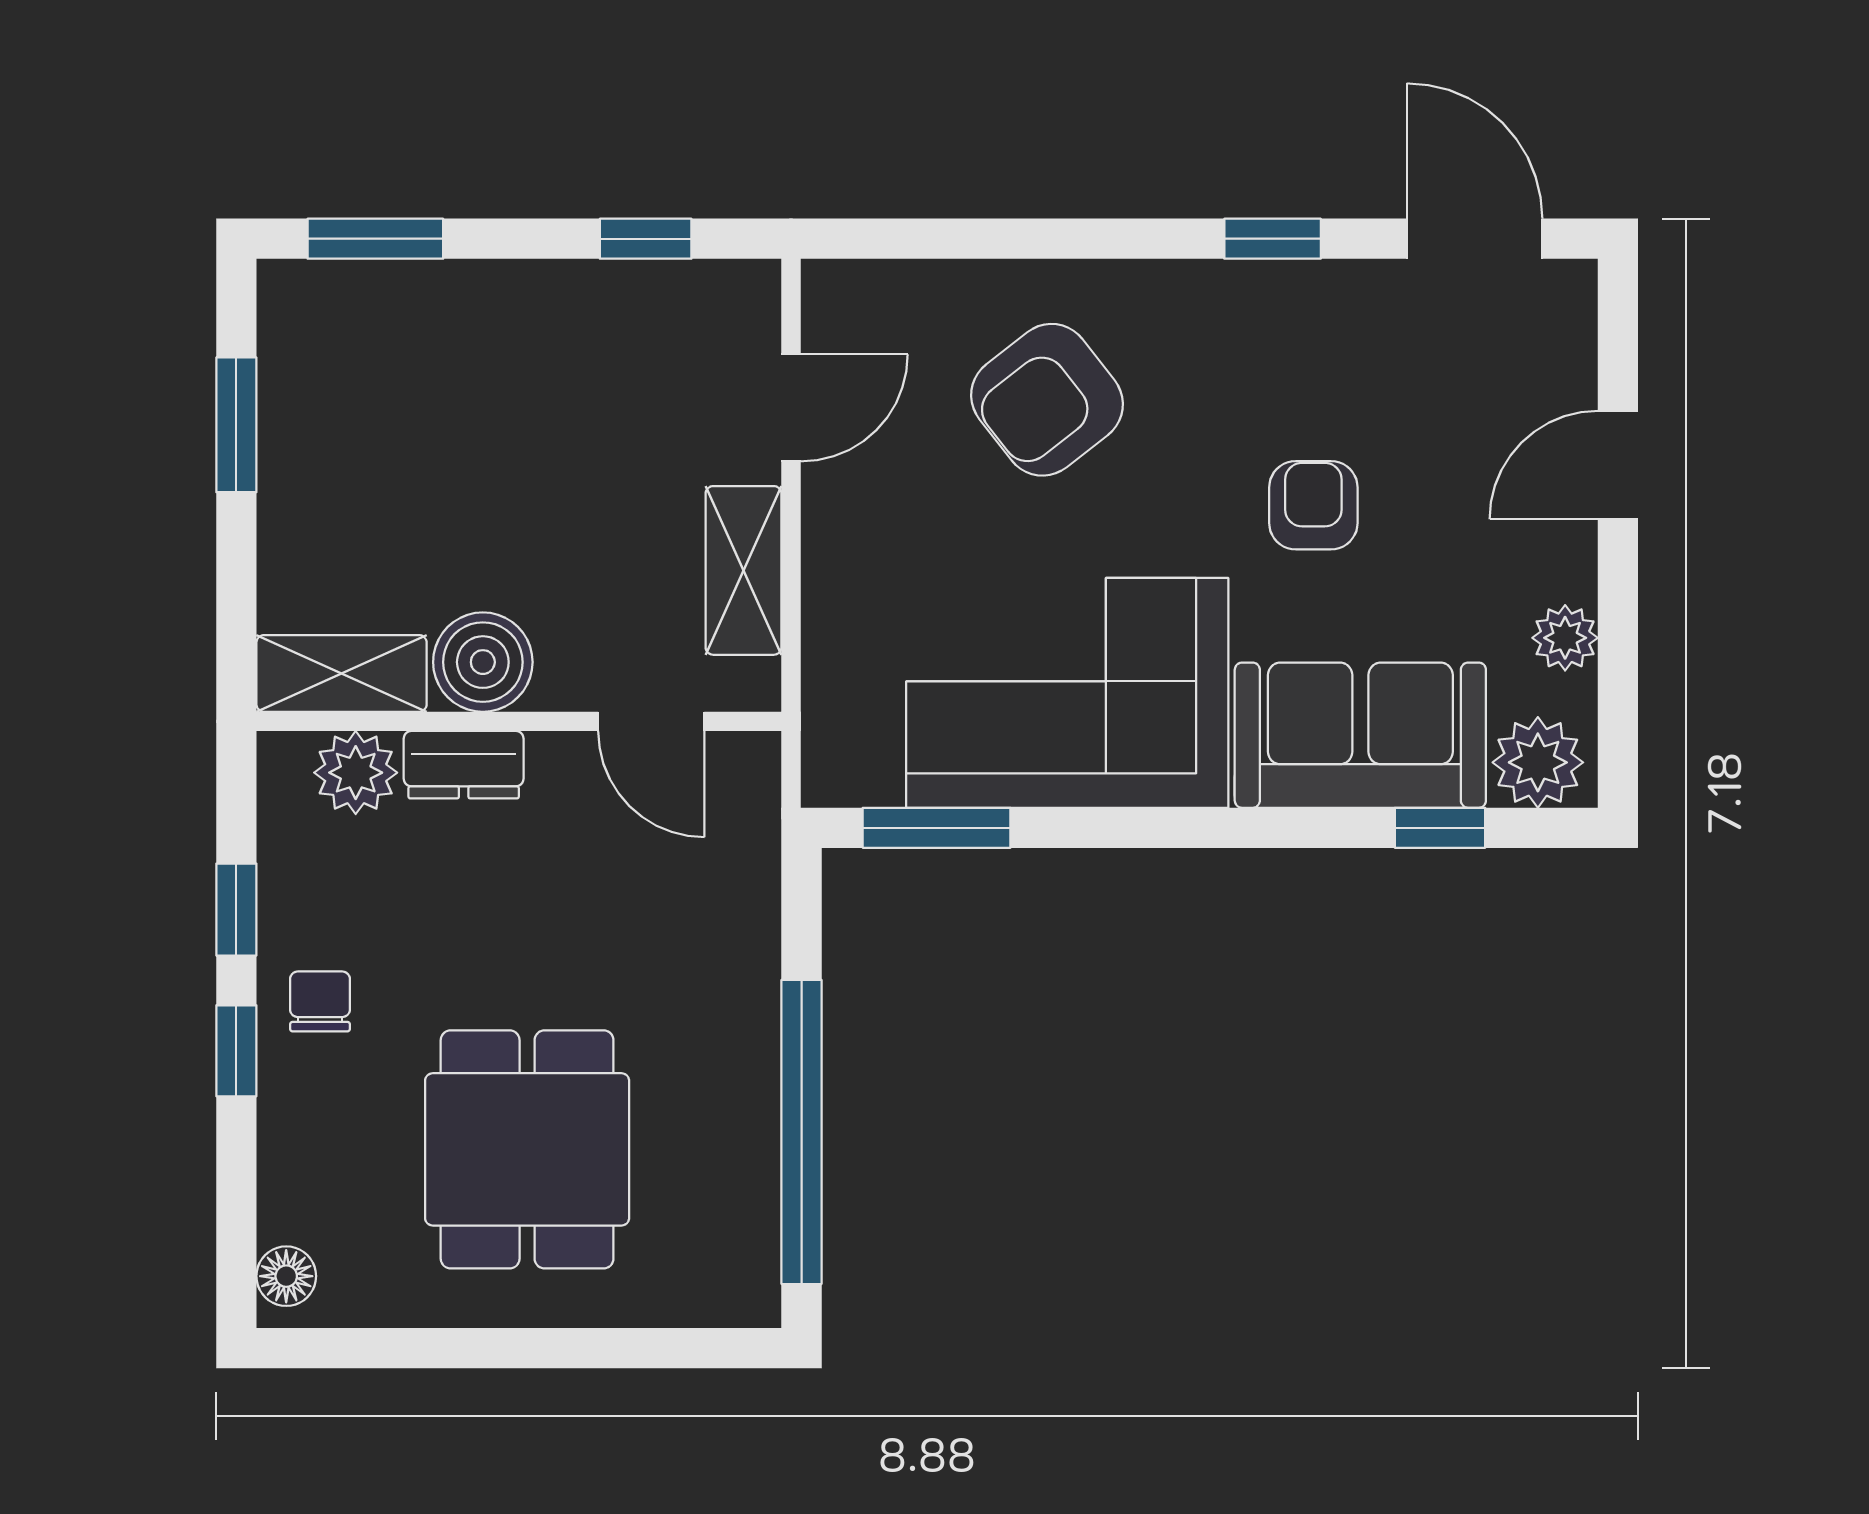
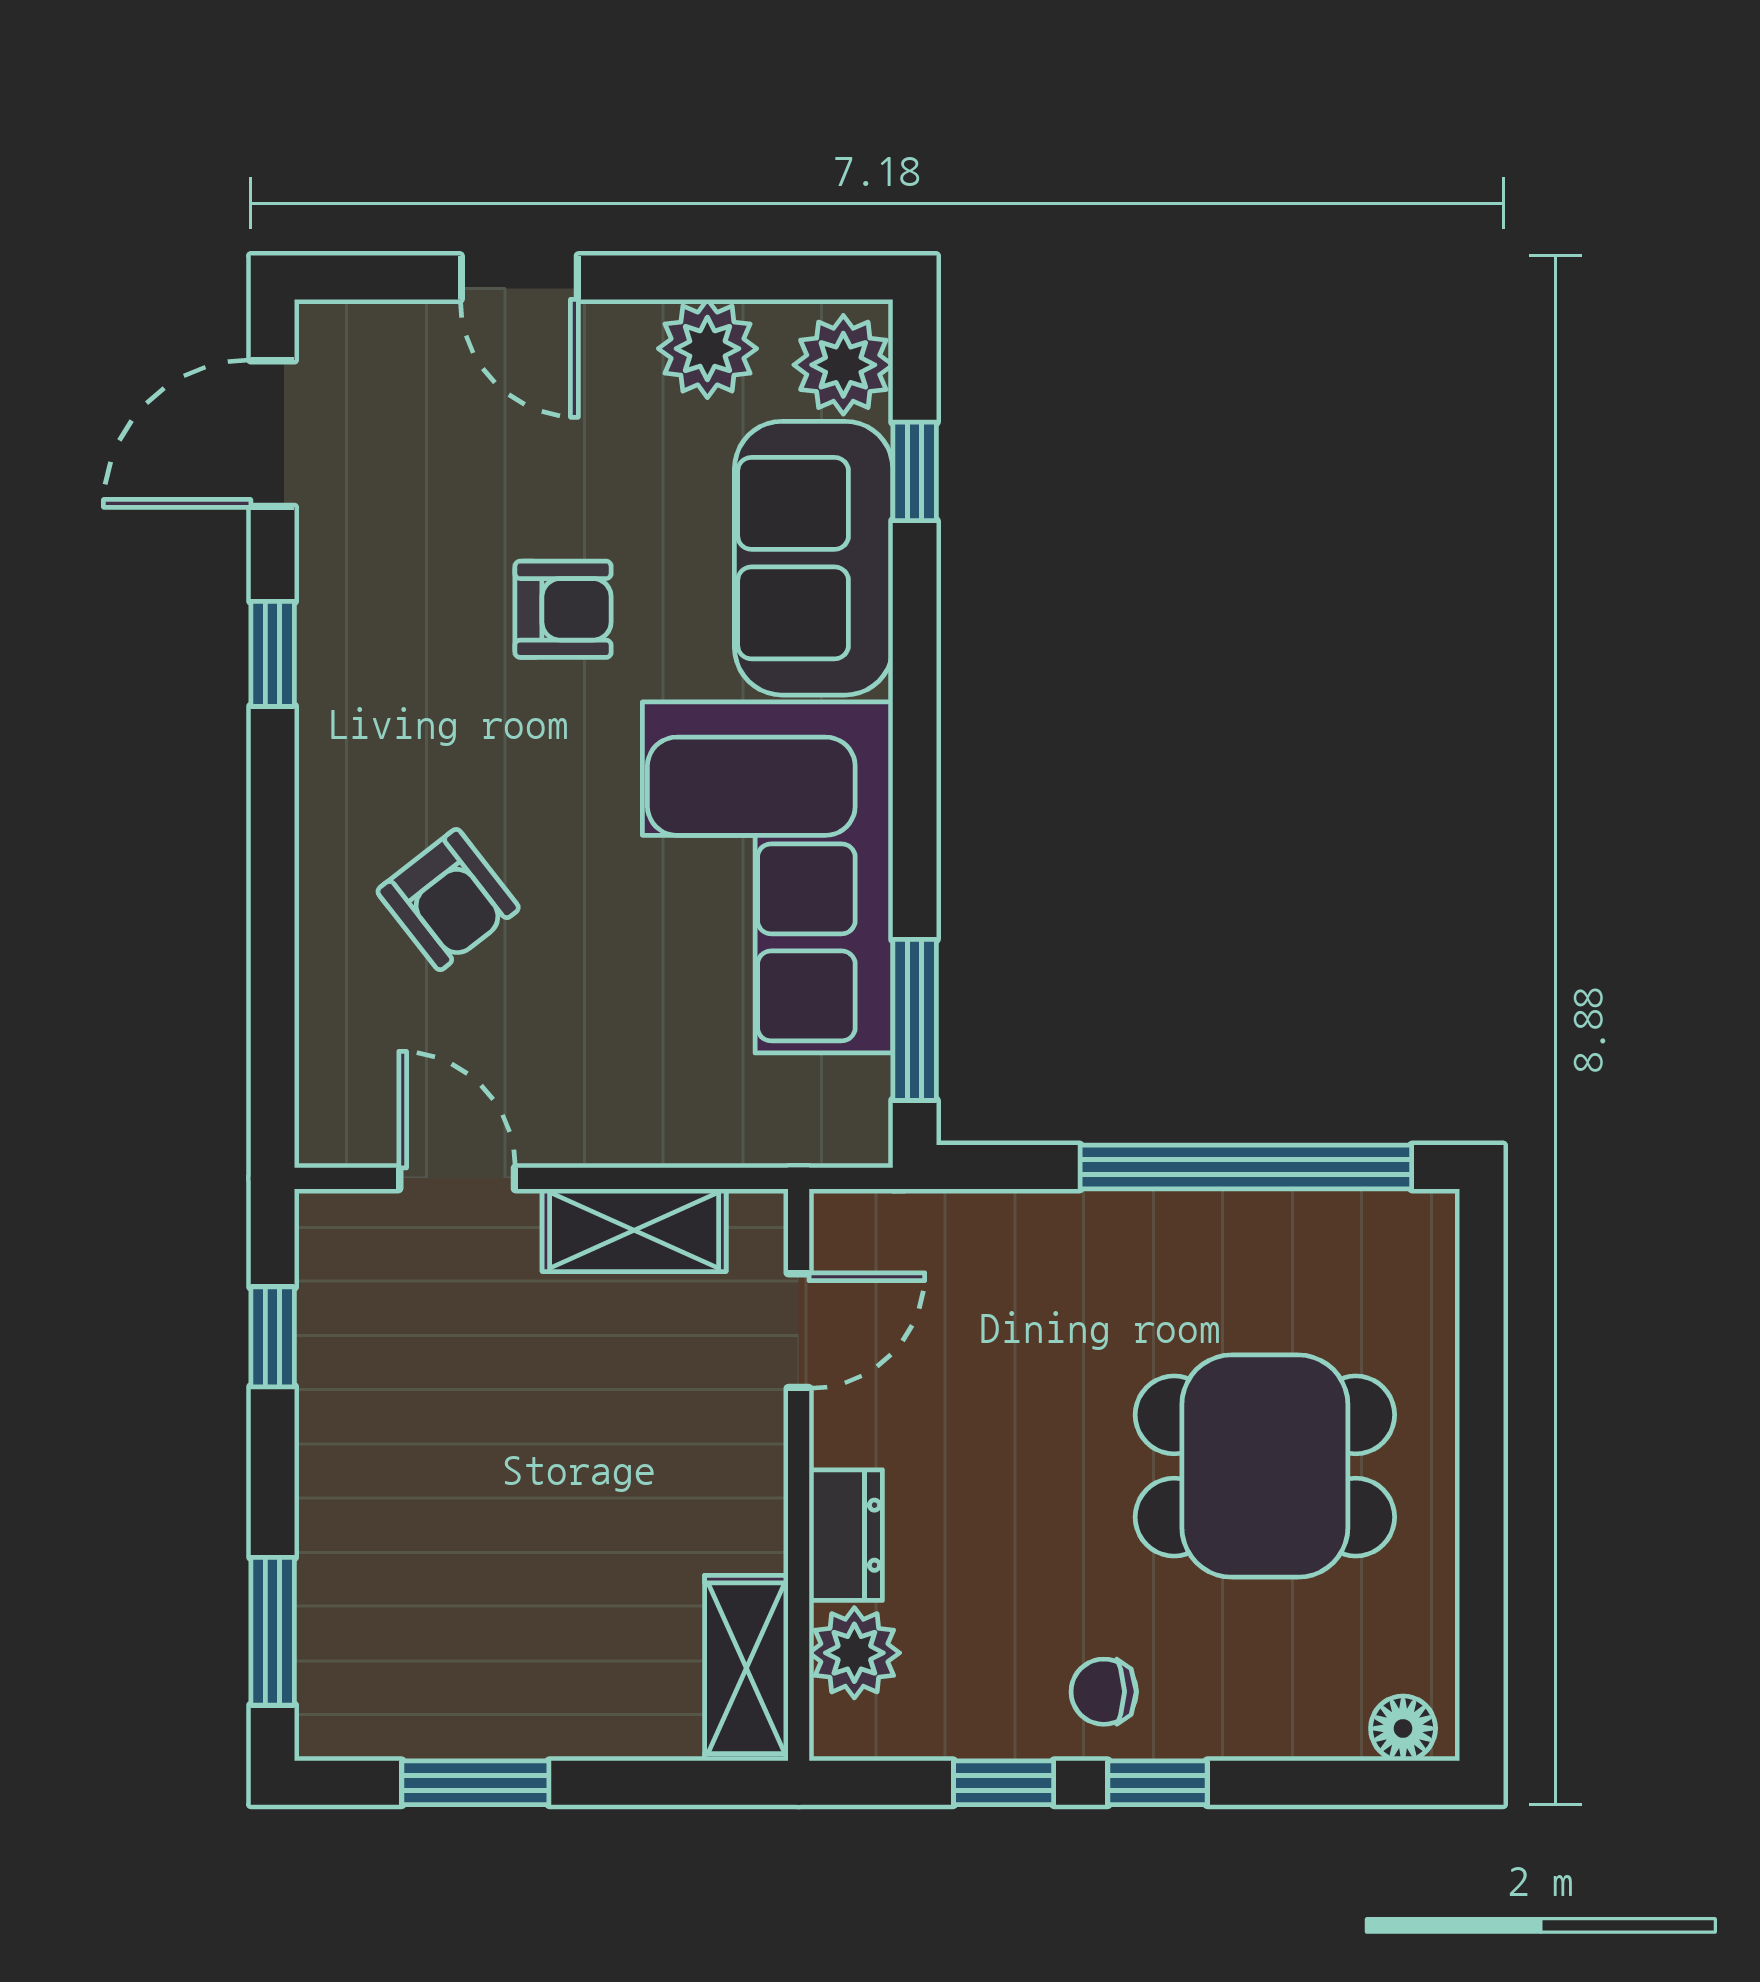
armchair: (1047, 400) -> (448, 900), width x0.72, depth x0.72
armchair: (1313, 505) -> (563, 609), turned 180
plant: (1565, 638) -> (707, 349), width x1.38, depth x1.38
boiler: (483, 662) -> (734, 1514), removed

